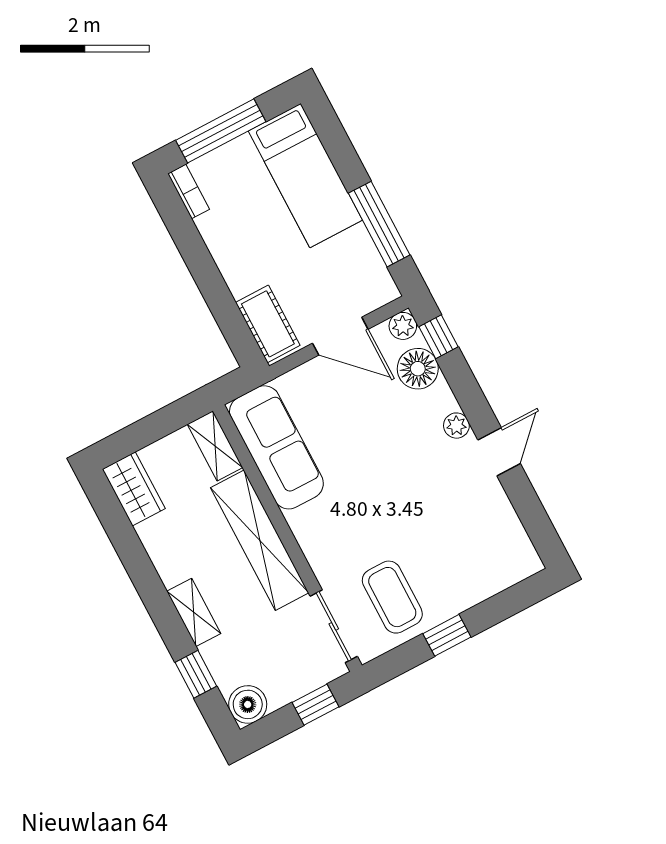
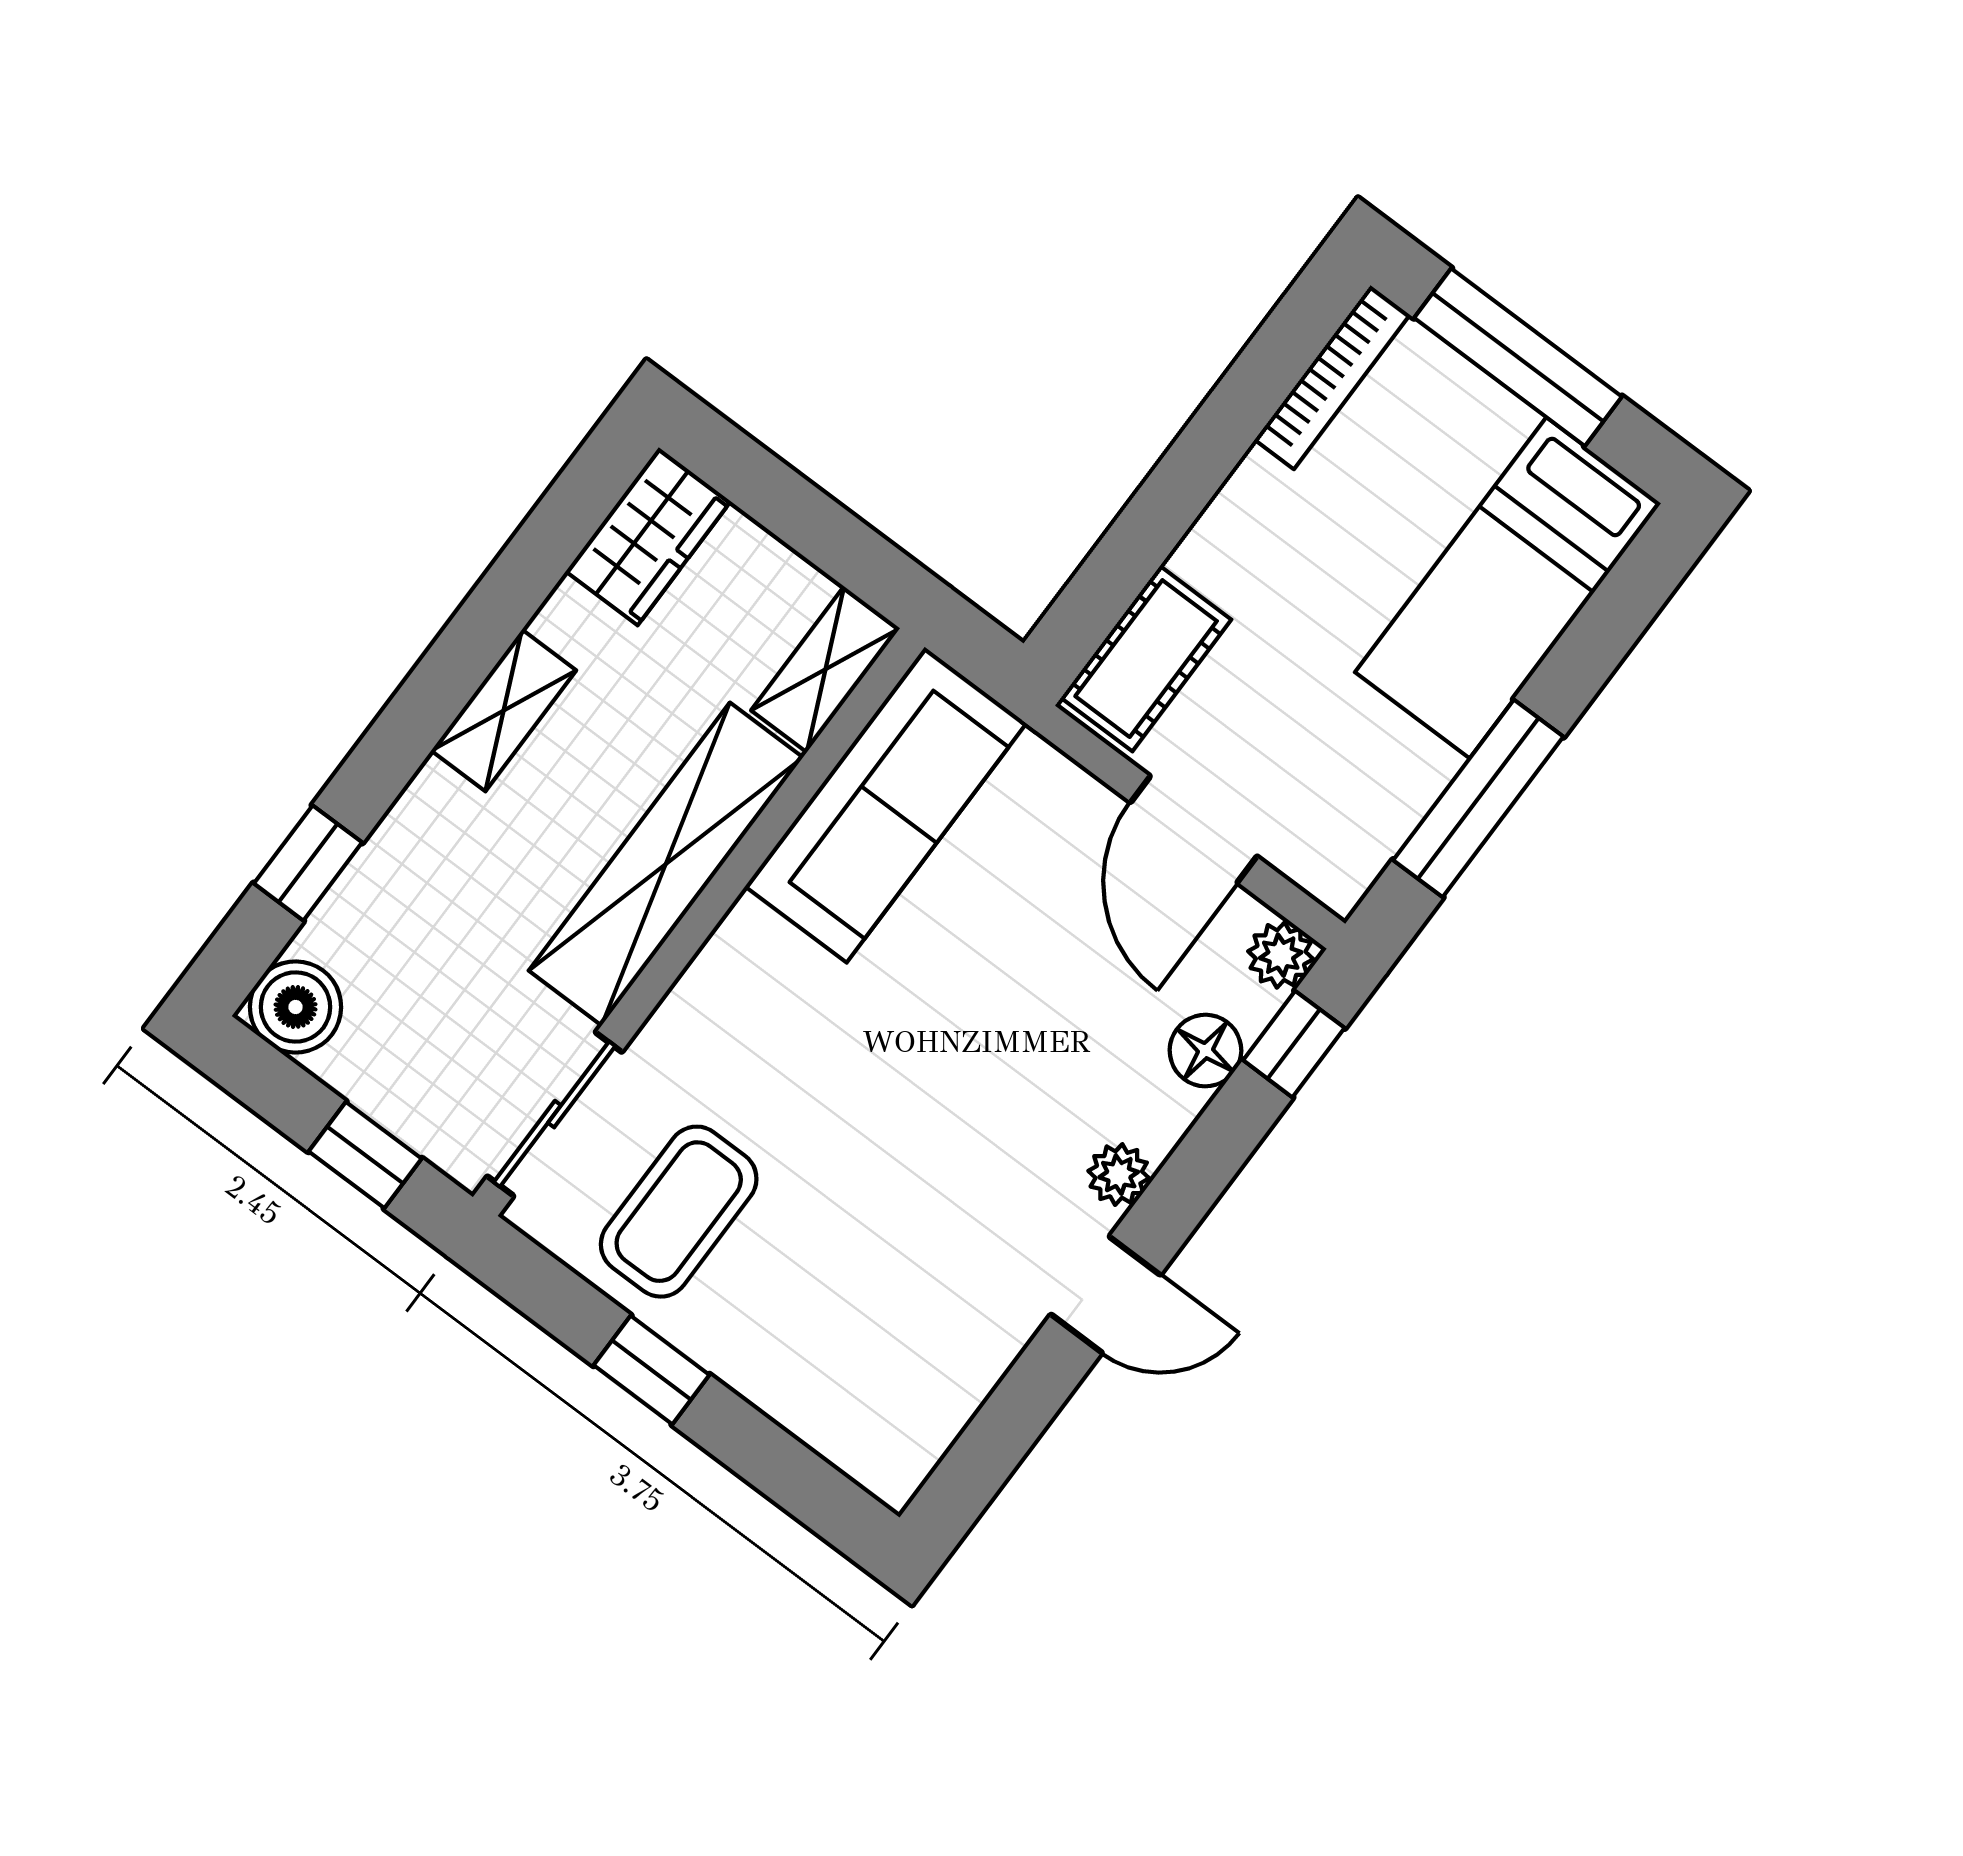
bookcase: (189, 191) -> (1332, 377), width x1.56
floor lamp: (418, 369) -> (1205, 1051), width x0.73, depth x0.73
shelving: (194, 612) -> (504, 710), moved

